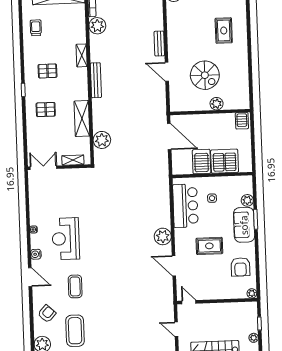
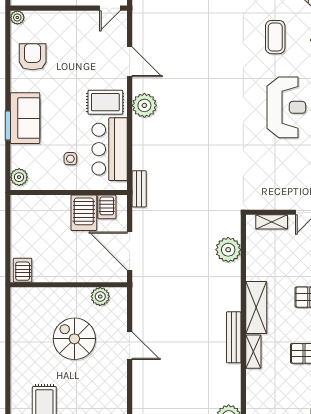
bench: (159, 44) -> (139, 189), moved
shelving: (82, 55) -> (253, 352), moved
plant: (217, 104) -> (100, 296), moved
shelving: (82, 119) -> (256, 307), moved
server rack: (225, 161) -> (107, 207), moved, width x0.46, depth x0.70
plant: (247, 200) -> (19, 177), moved
rug: (209, 246) -> (105, 102), moved
door: (189, 302) -> (110, 8), hinge flipped

